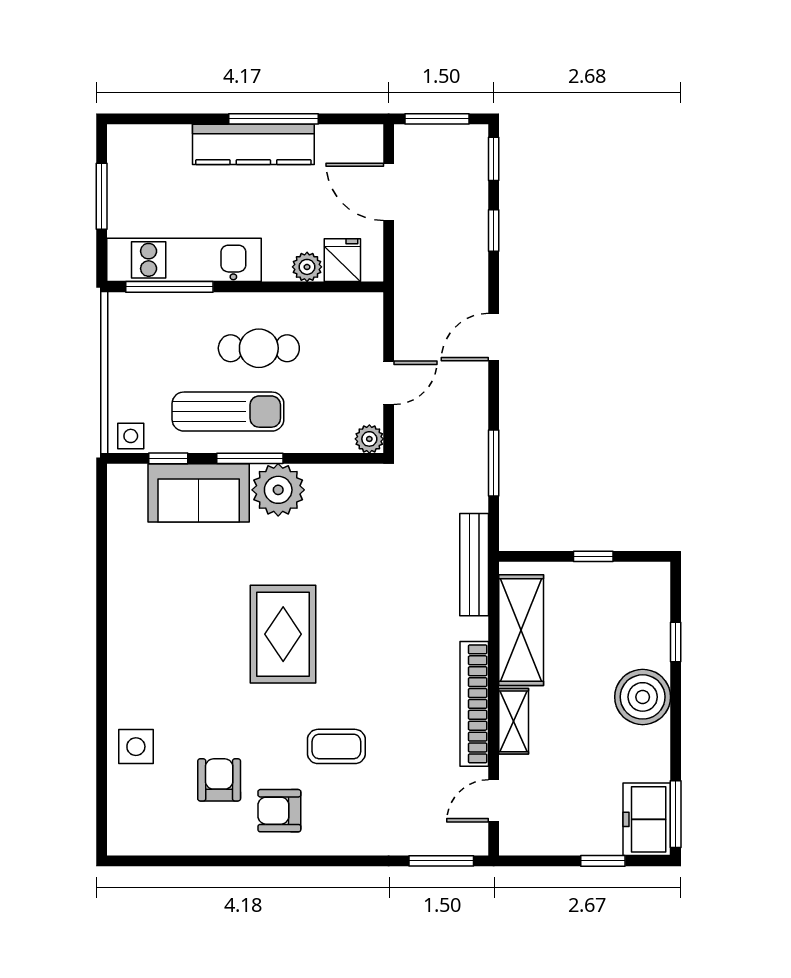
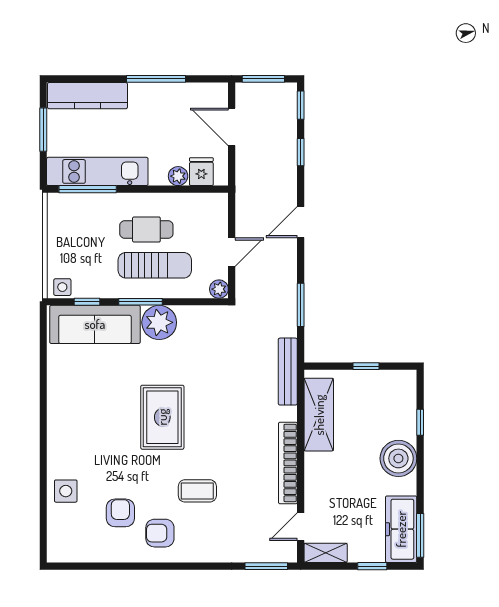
kitchen counter: (253, 144) -> (87, 96), moved
sun lounger: (228, 412) -> (155, 265), moved
sofa: (199, 493) -> (95, 324), width x1.36
shelving: (514, 721) -> (326, 553), moved, turned 90
freezer: (647, 819) -> (401, 529), width x1.40

